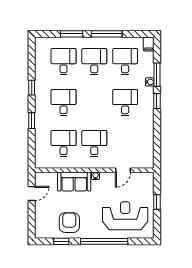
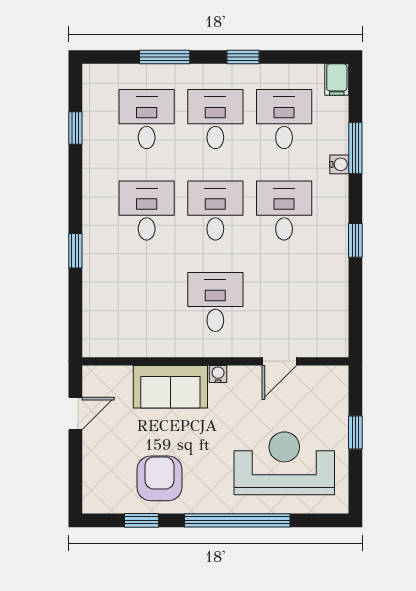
window: (107, 34) -> (243, 57), width x0.46
window: (32, 88) -> (75, 128), moved
window: (157, 101) -> (355, 240), moved
desk: (64, 144) -> (215, 211), moved

